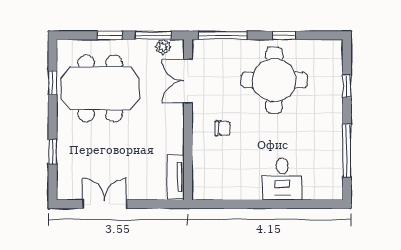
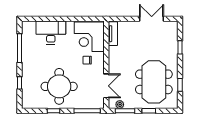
meeting table: (100, 88) -> (154, 82), turned 90
corner desk: (219, 171) -> (89, 37), added
desk: (282, 179) -> (51, 33), width x1.37
double door: (105, 204) -> (152, 19), swing flipped

